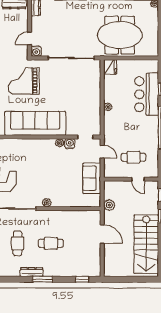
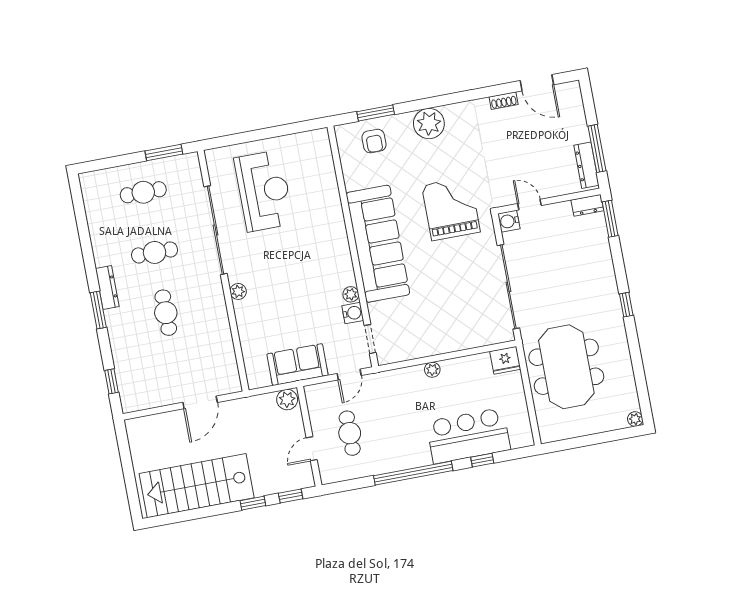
plant: (109, 205) -> (287, 400), moved

